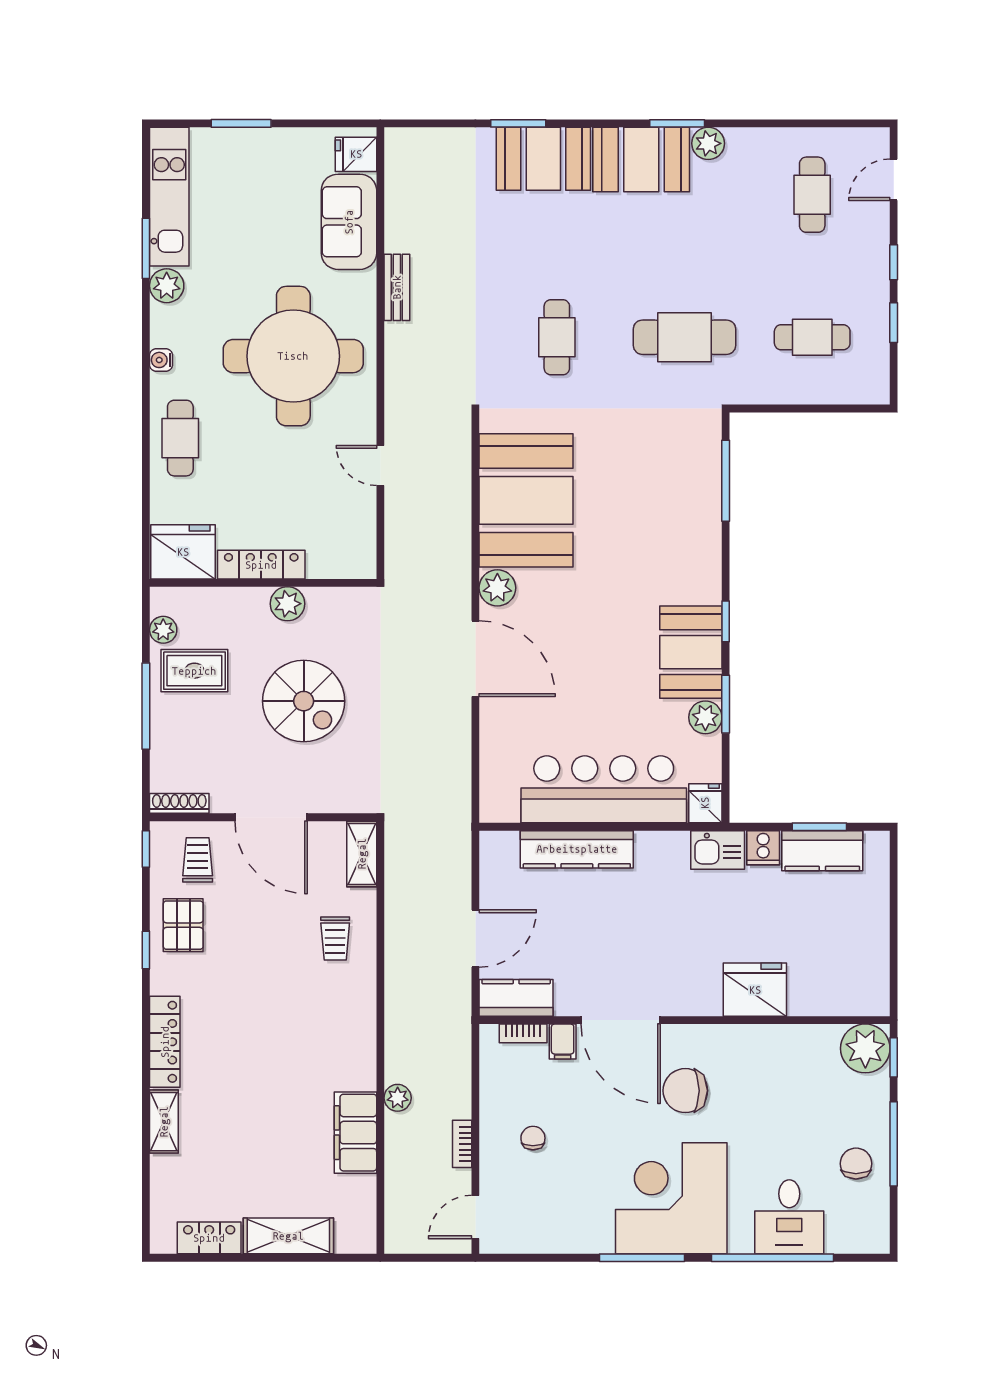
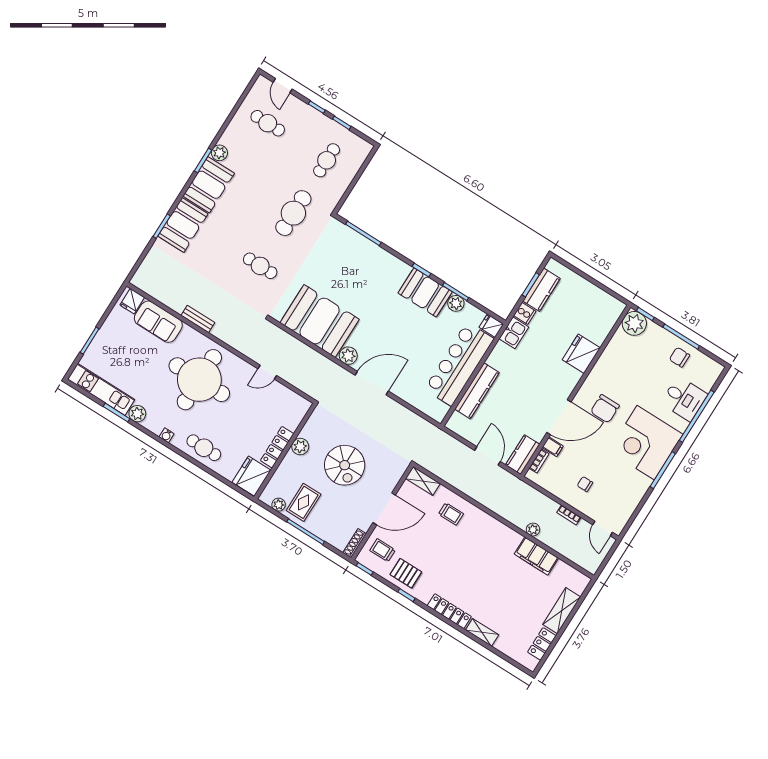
spiral stairs: (304, 701) -> (345, 465), turned 90

